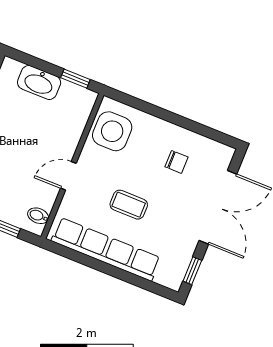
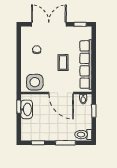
washbasin: (39, 82) -> (27, 109), moved
door: (68, 176) -> (61, 93), width x1.87

